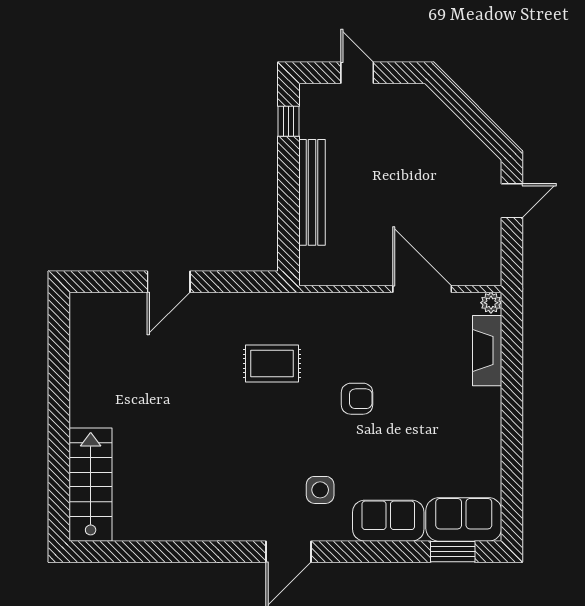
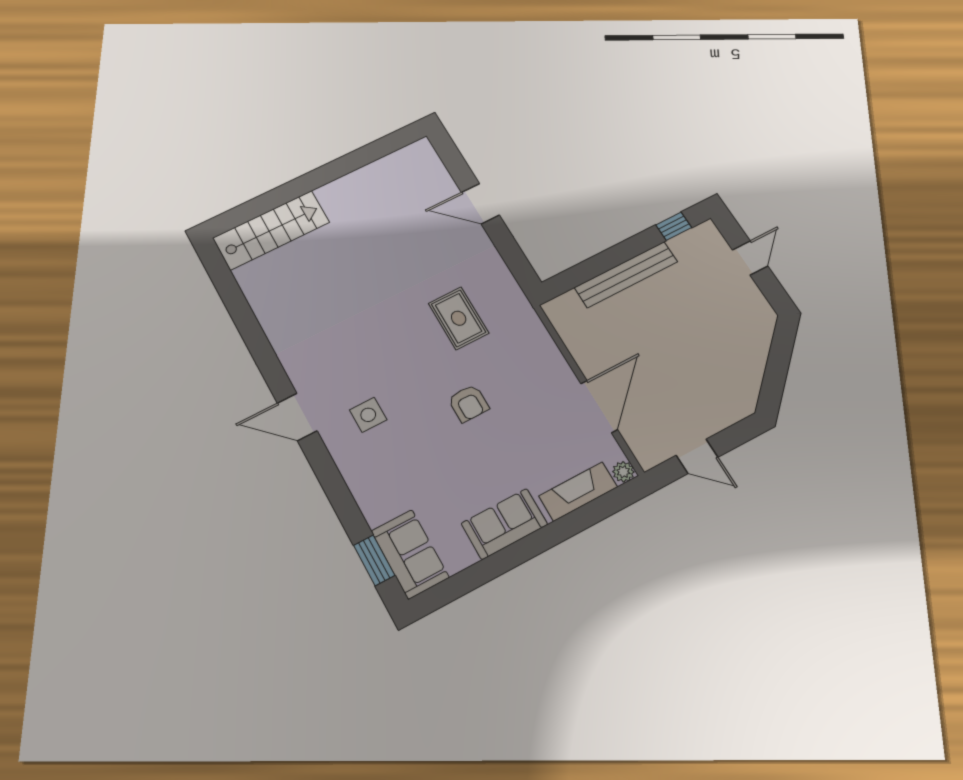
door: (512, 201) -> (697, 456), moved
sofa: (388, 521) -> (504, 524), moved, turned -90

